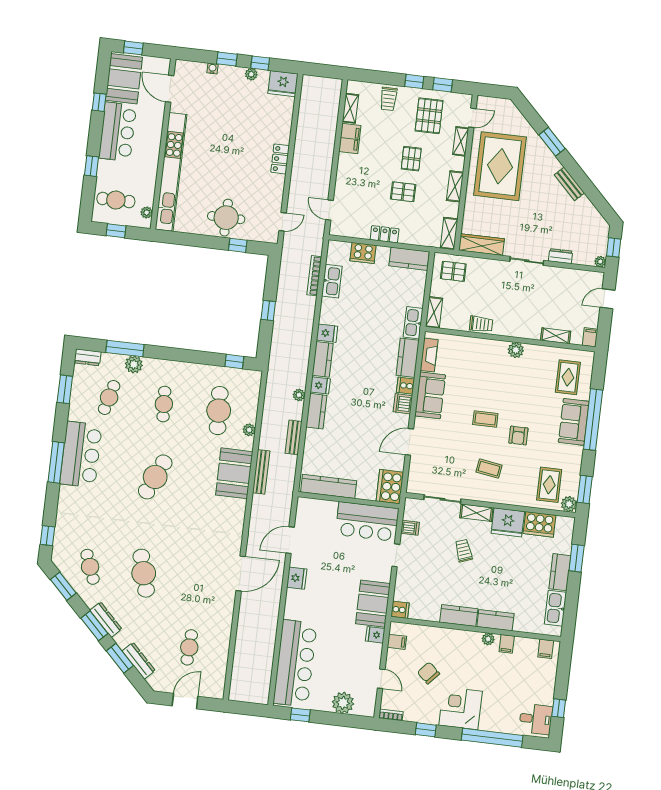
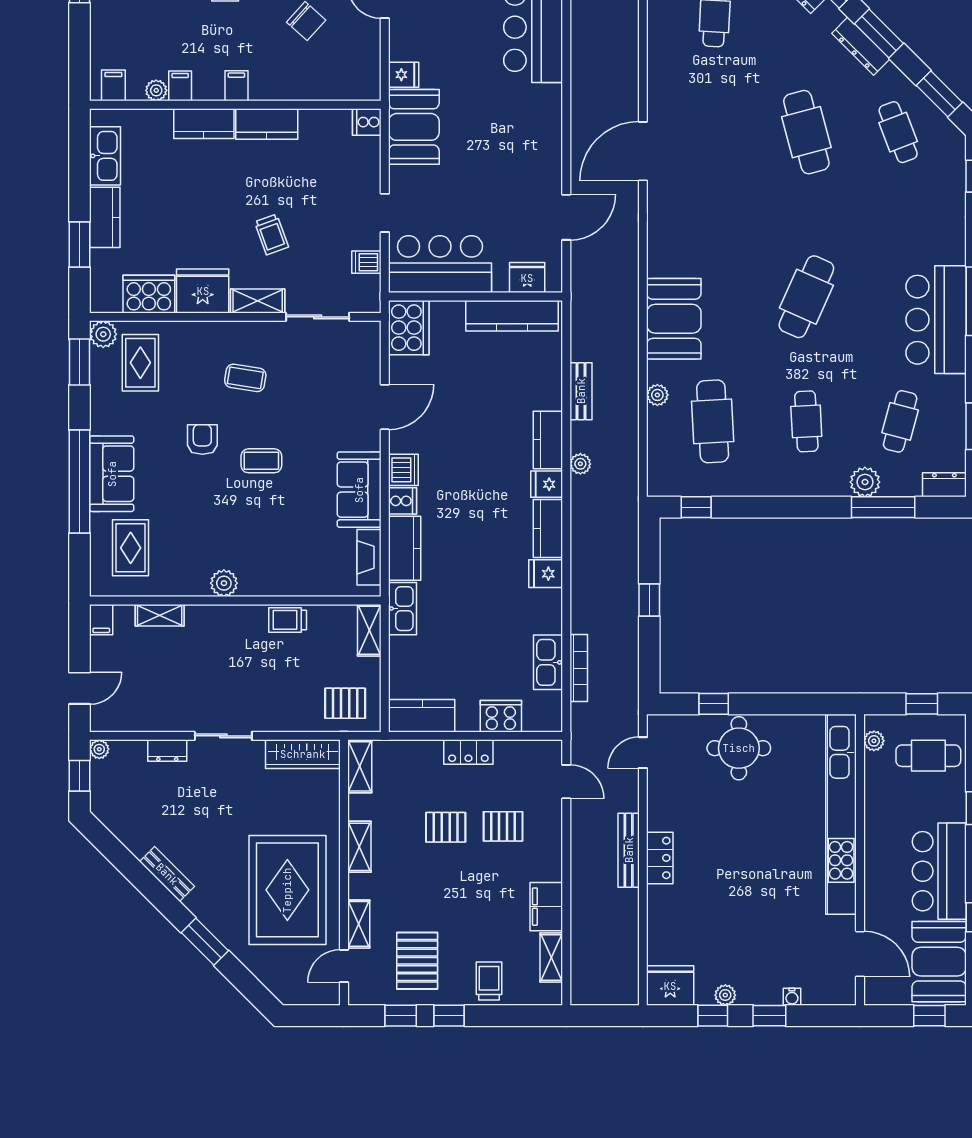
pallet: (411, 159) -> (503, 826), moved, turned 90
bench: (261, 472) -> (629, 850), moved
fridge: (297, 578) -> (527, 278), moved, turned 90
plant: (488, 639) -> (156, 90), moved
filing cabinet: (397, 642) -> (236, 86), moved, turned 90

